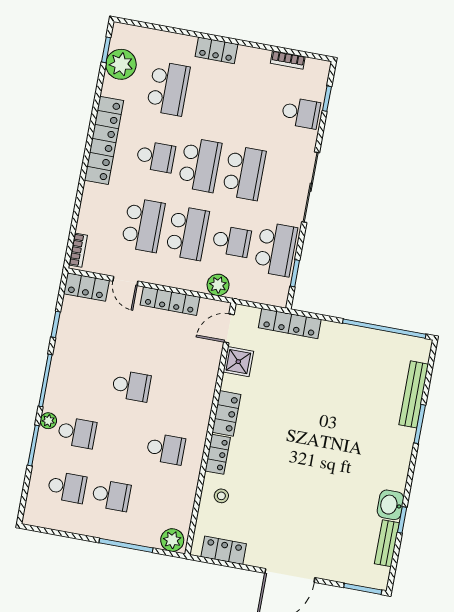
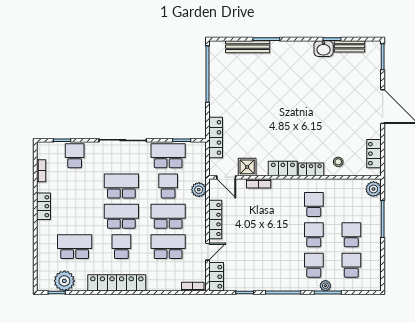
locker: (216, 50) -> (43, 206), moved
bookcase: (211, 374) -> (259, 183), added
school desk: (131, 386) -> (314, 235), moved
plant: (48, 421) -> (325, 286), moved

